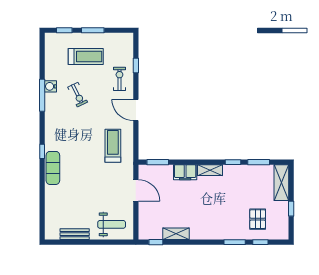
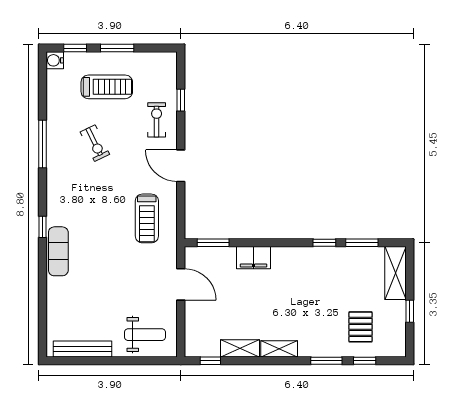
water cooler: (50, 86) -> (55, 60), moved
treadmill: (113, 146) -> (147, 218), turned 180
shelving: (210, 170) -> (279, 349), moved
bench: (75, 234) -> (83, 349), width x1.36

